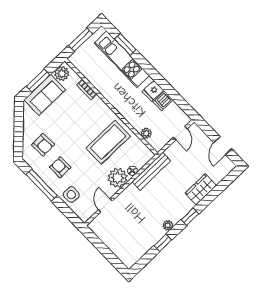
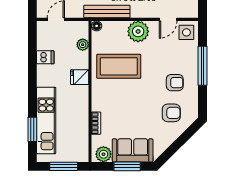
fridge: (153, 91) -> (80, 77), moved, turned 180
armchair: (43, 145) -> (171, 113), turned 93
armchair: (60, 167) -> (175, 83), turned -90
floor lamp: (132, 171) -> (97, 26), moved
window: (42, 185) -> (202, 66), moved
side table: (71, 195) -> (186, 32), moved

